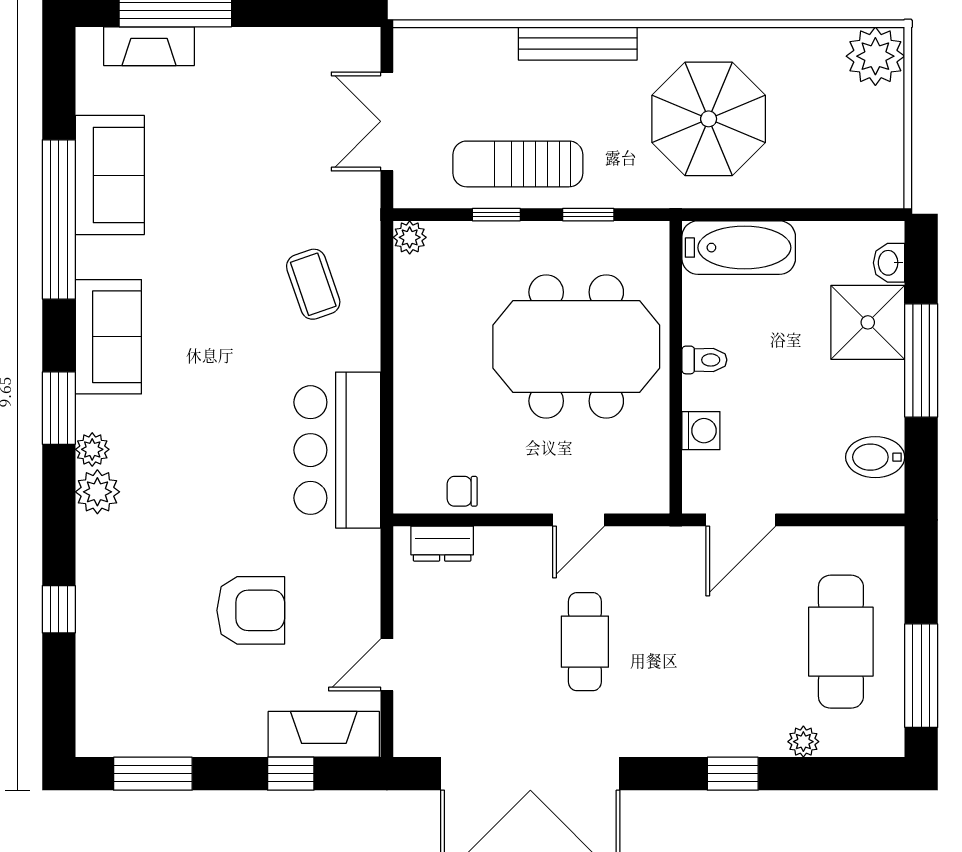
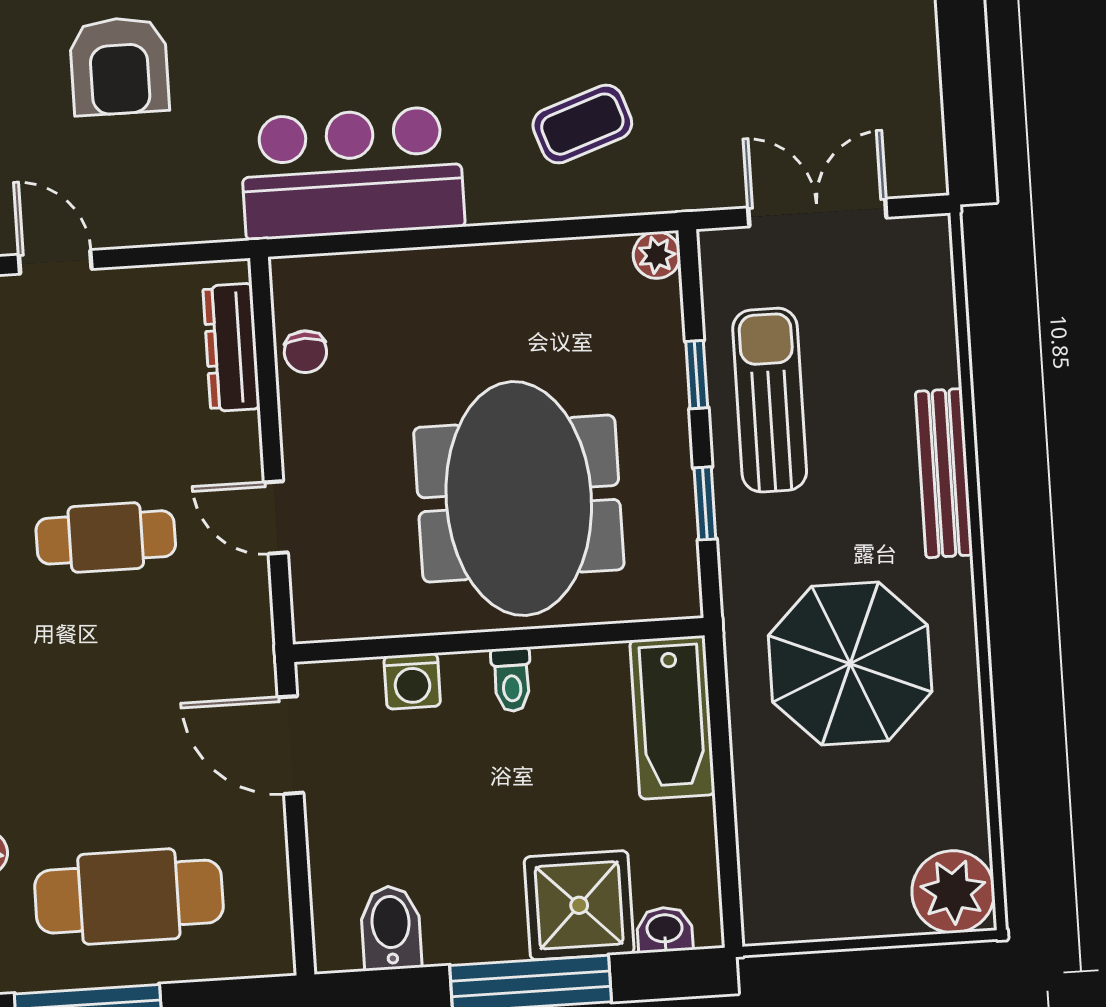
chair: (462, 491) -> (305, 352), turned 180
dresser: (442, 544) -> (231, 347), width x1.44

